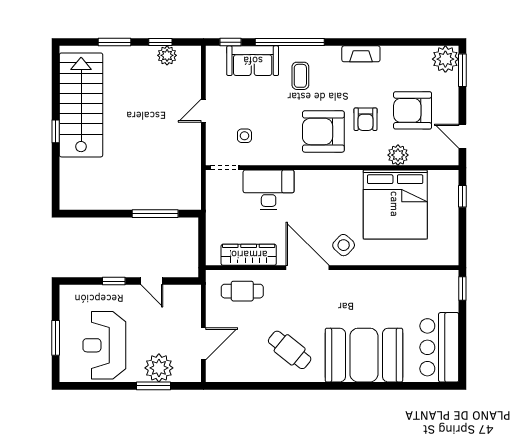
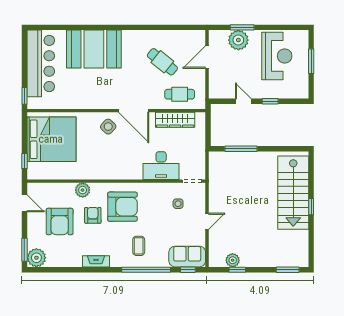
window: (114, 42) -> (288, 270), moved
sofa: (253, 61) -> (187, 257), moved
stairs: (81, 105) -> (293, 193), moved
armchair: (413, 110) -> (60, 222), turned 90
plant: (398, 155) -> (83, 190), moved
bed: (395, 204) -> (51, 139), moved, turned 90
bar counter: (439, 347) -> (41, 63), width x1.36
cafe table: (290, 350) -> (162, 62), moved

